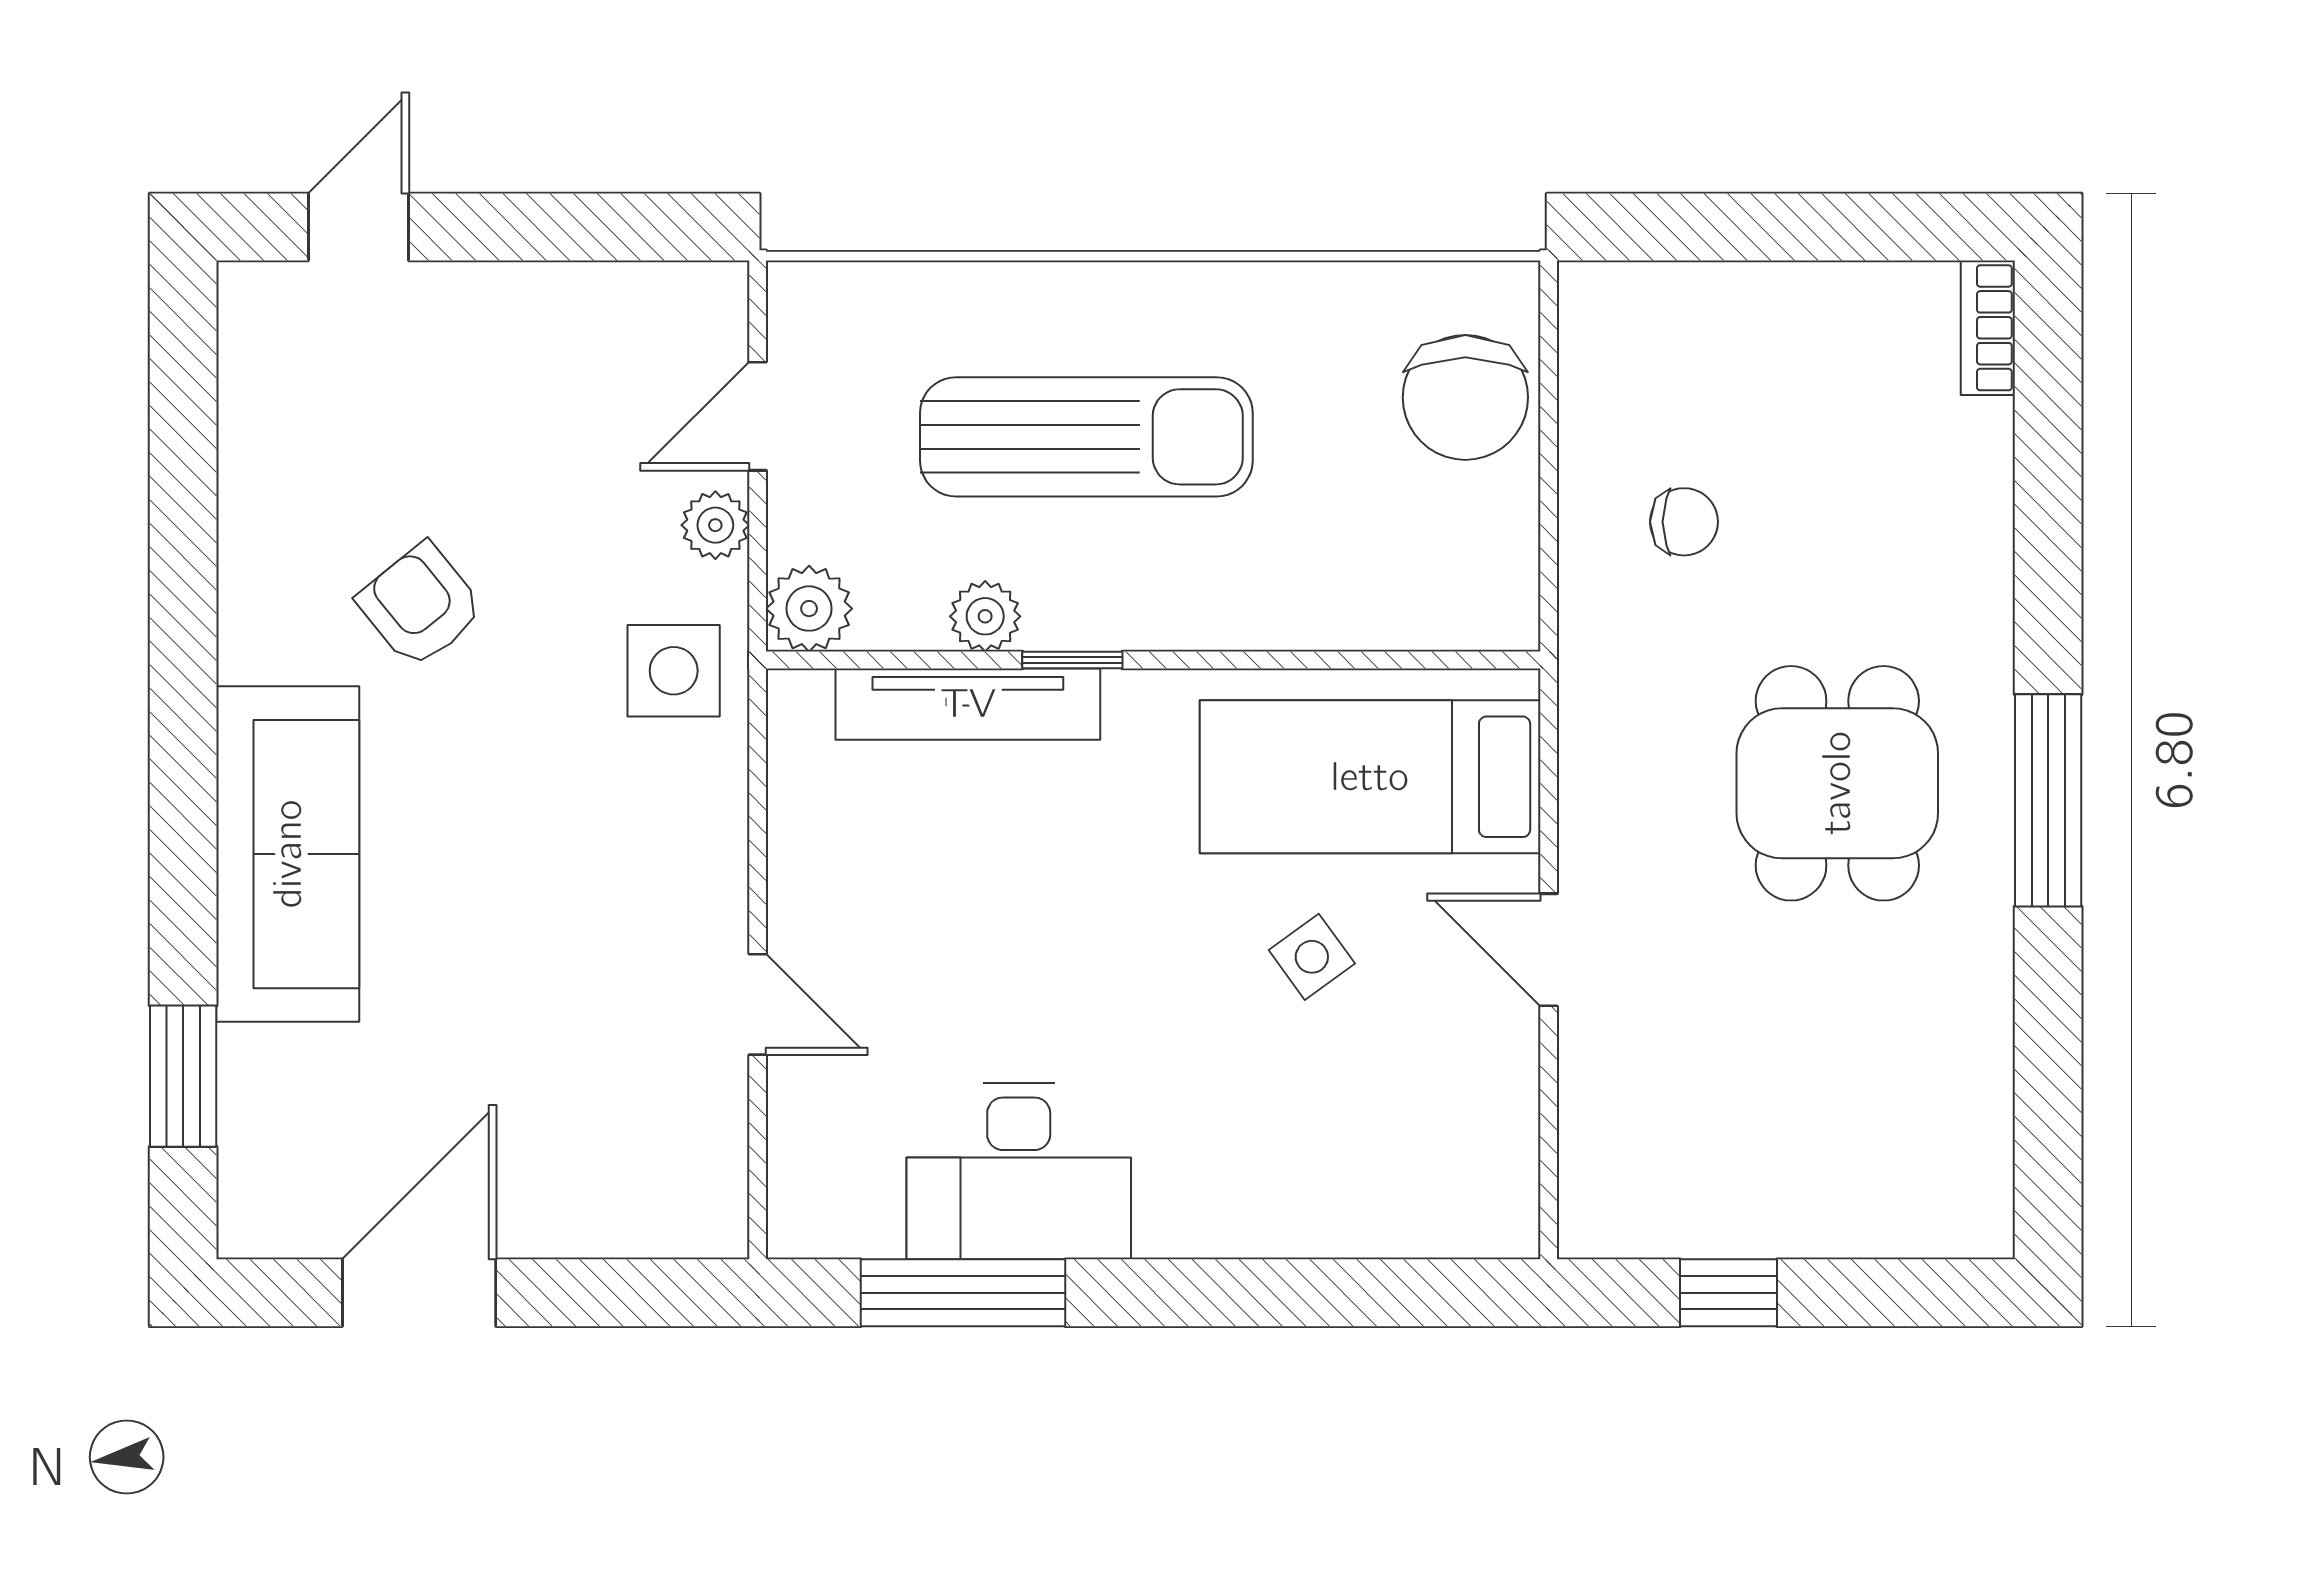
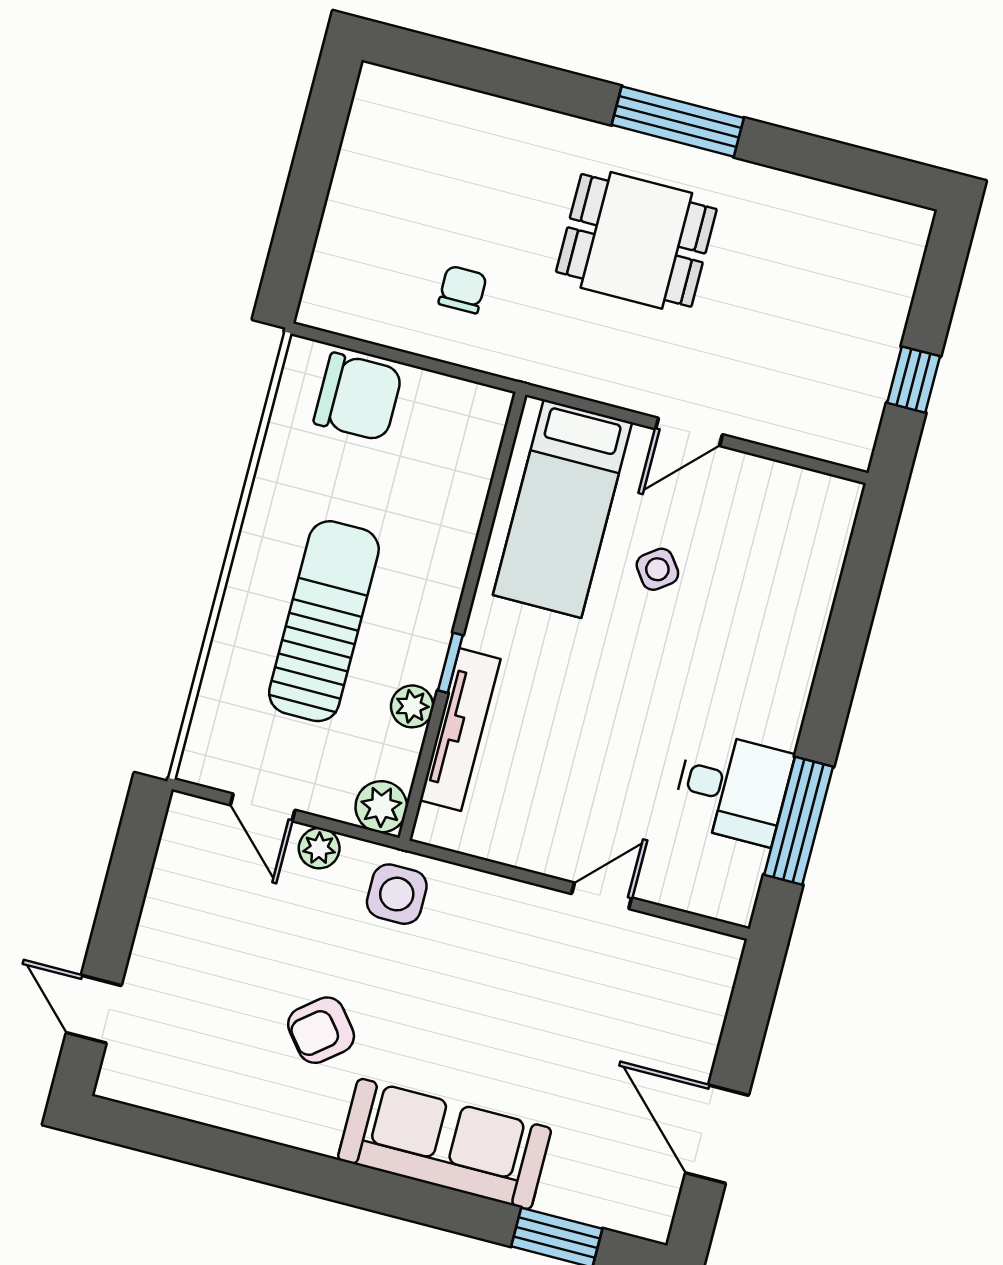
bookcase: (1988, 328) -> (396, 85), removed
desk: (1019, 1171) -> (732, 788), width x0.73

